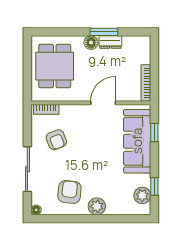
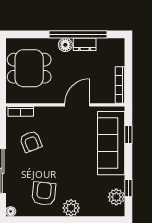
window: (104, 32) -> (78, 34), width x2.11
dining table: (55, 66) -> (29, 68), turned 90

